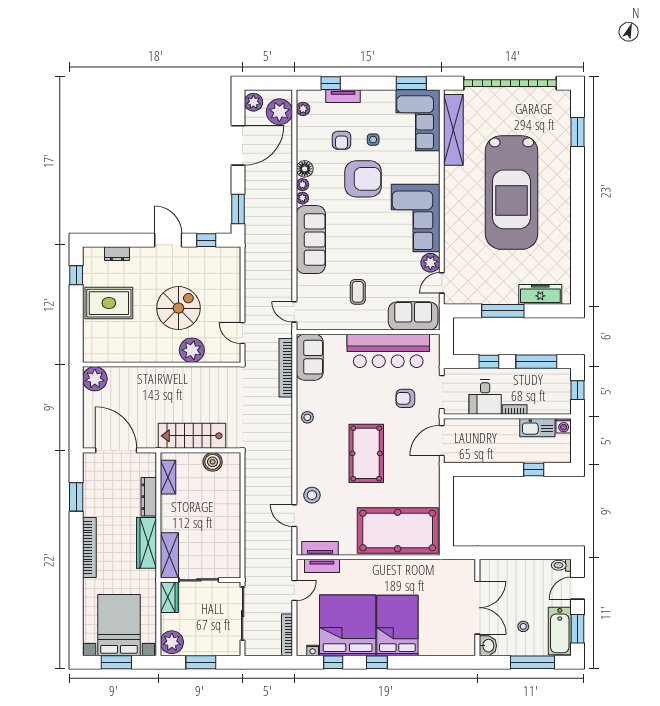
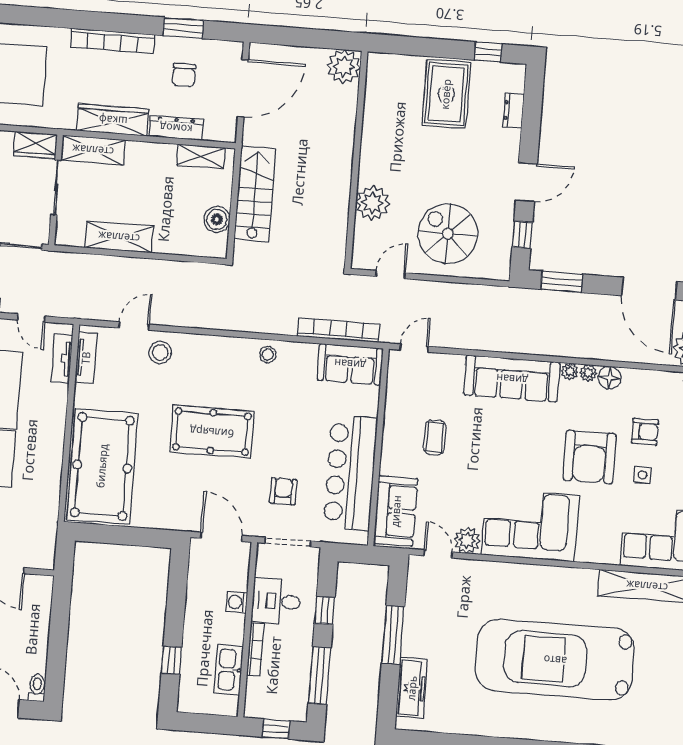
armchair: (342, 140) -> (645, 432), turned 180
coffee table: (358, 292) -> (435, 437), turned 90
spiral stairs: (178, 308) -> (448, 234), moved, turned 180
bookcase: (515, 410) -> (255, 650), width x1.56
washing machine: (564, 426) -> (237, 602), moved
chair: (110, 494) -> (184, 75), added
shelving: (231, 531) -> (119, 237), added

